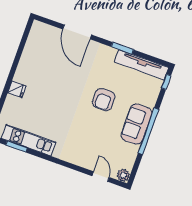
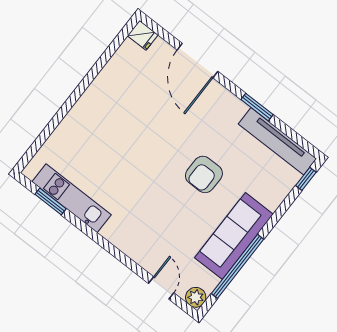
fridge: (17, 89) -> (143, 35), moved
sofa: (136, 124) -> (234, 236), width x1.36
window: (148, 131) -> (237, 266), moved

